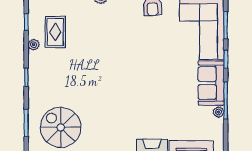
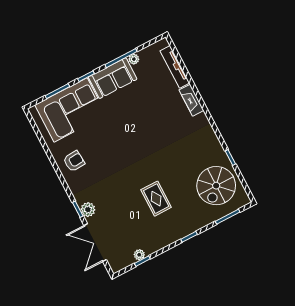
rug: (55, 32) -> (156, 199), moved, turned 90
plant: (34, 45) -> (139, 255), moved

